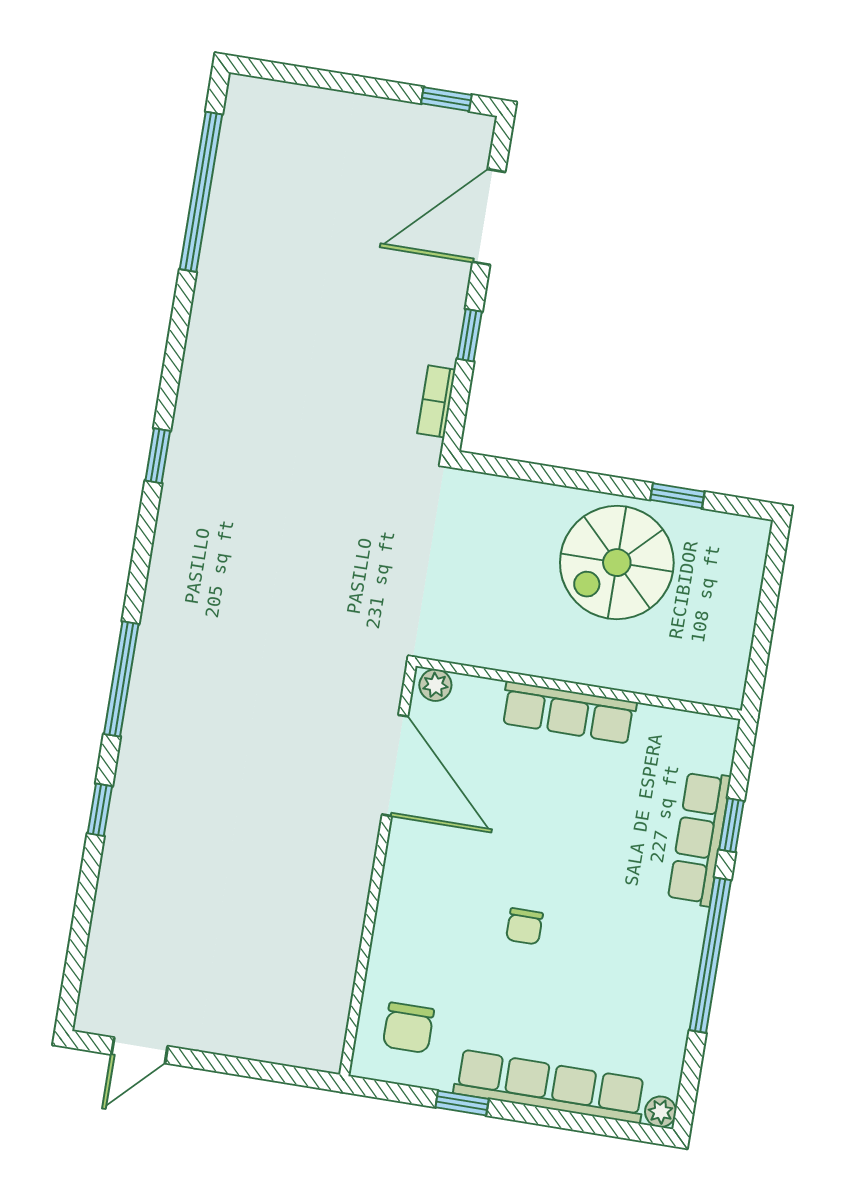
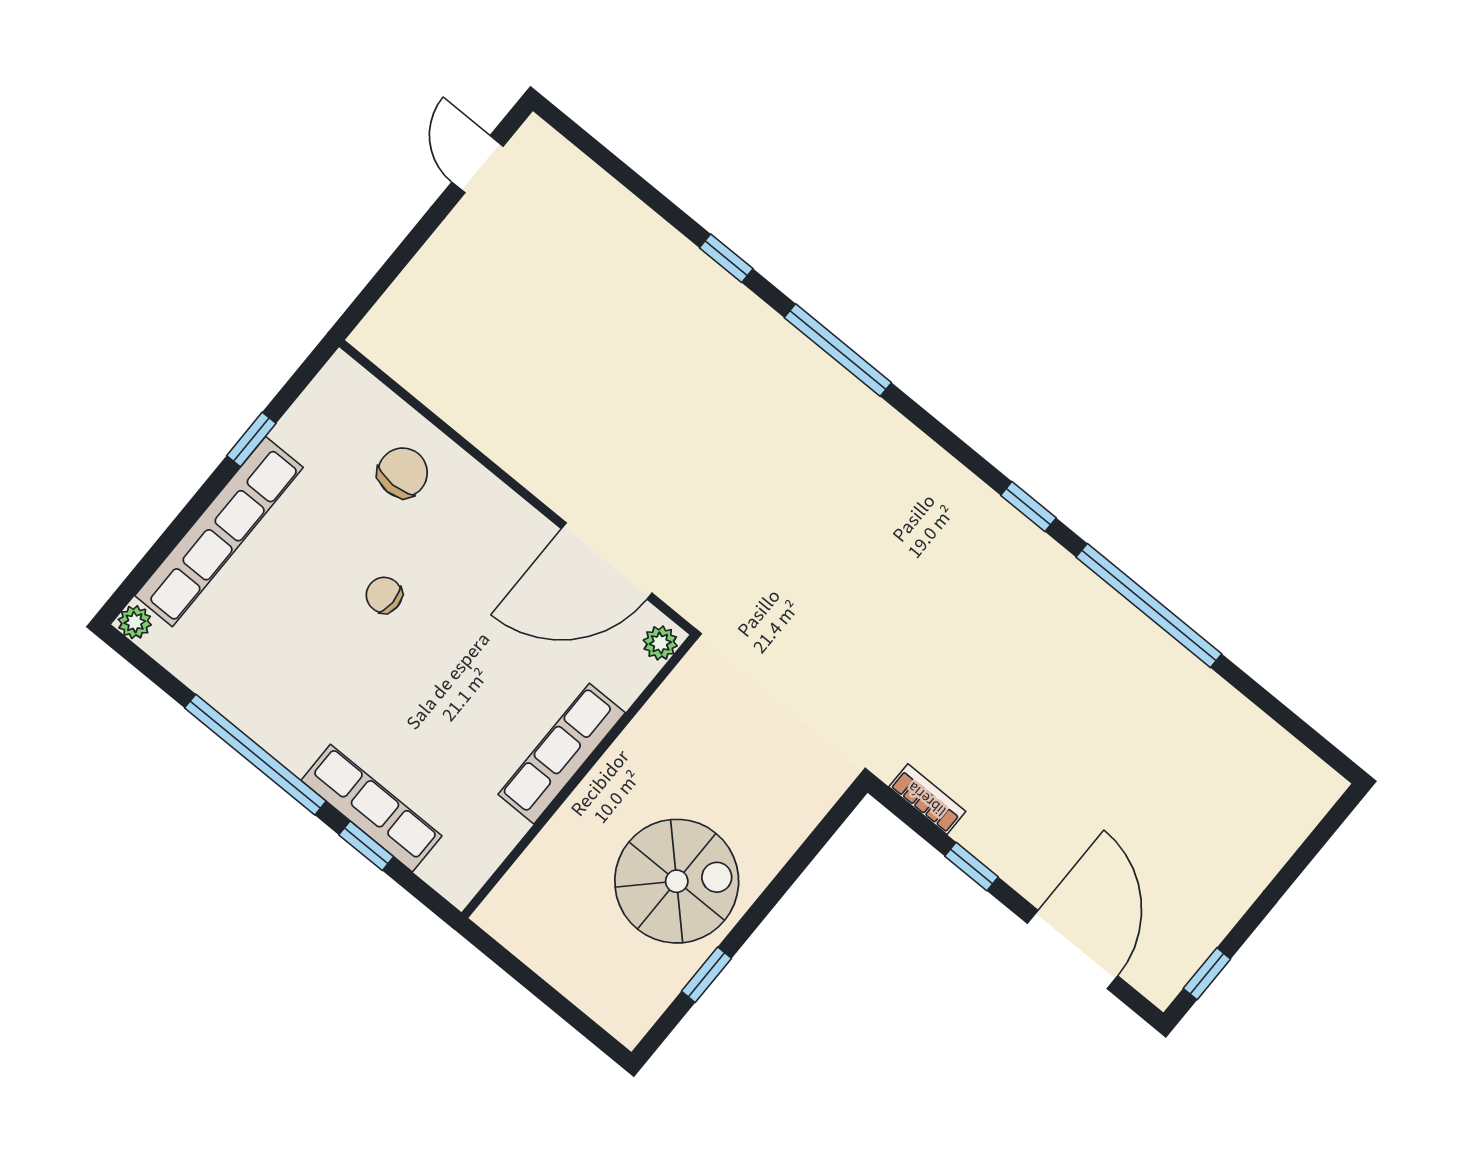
window: (201, 192) -> (1149, 605), moved
spiral stairs: (617, 563) -> (677, 881), turned 90
chair: (408, 1028) -> (403, 473), moved, turned 90

